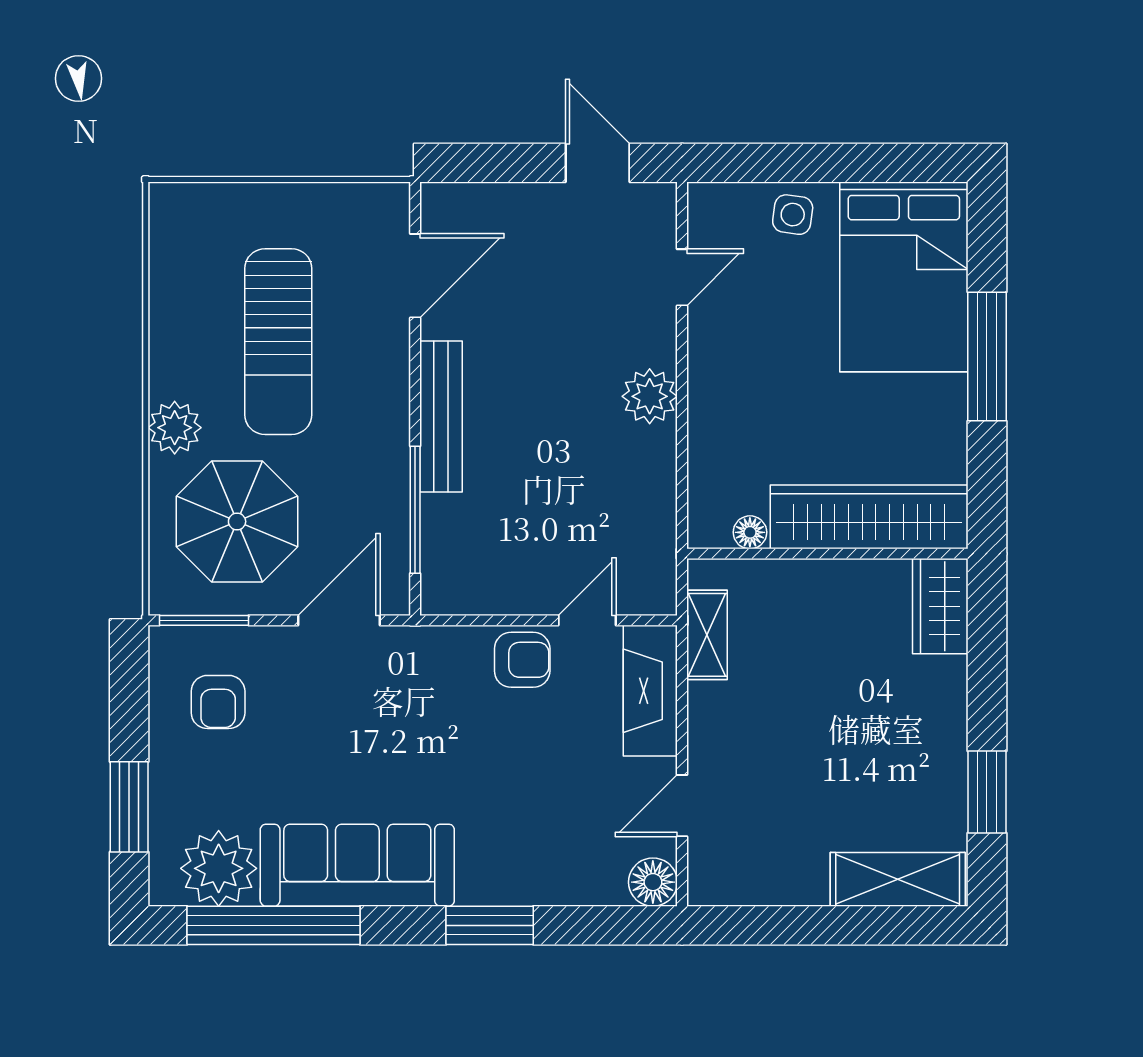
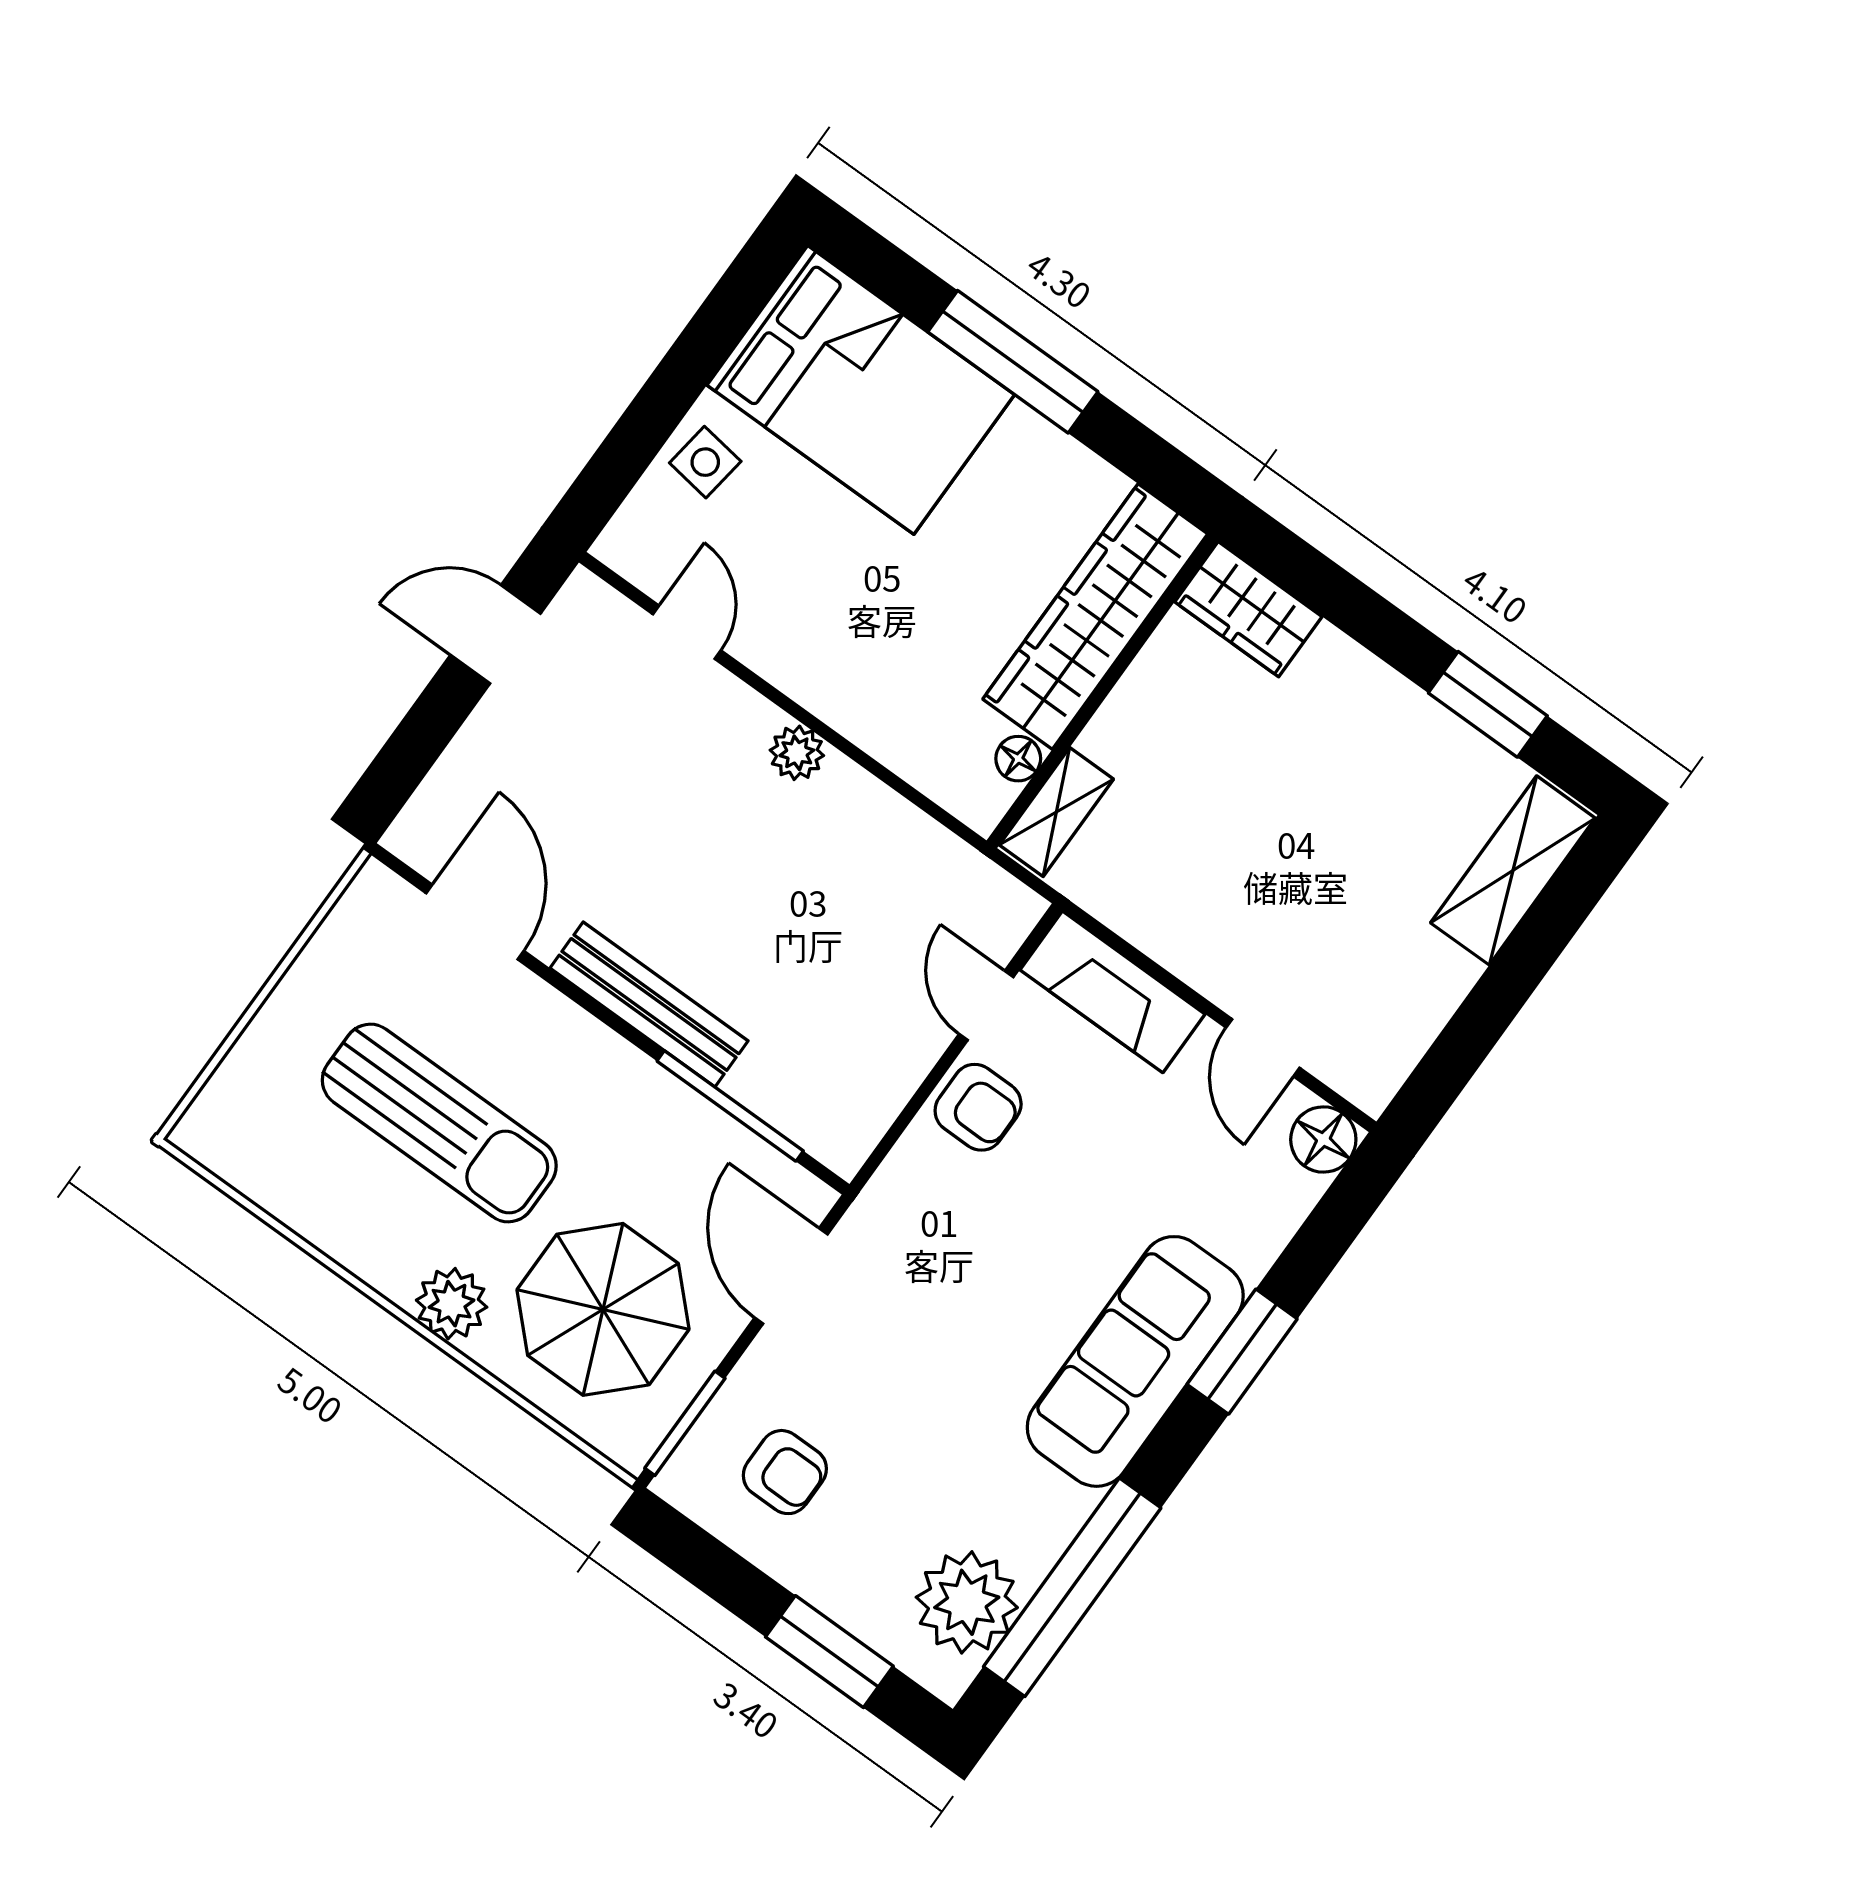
plant: (650, 396) -> (797, 753), width x0.73, depth x0.73
shelving: (707, 635) -> (1056, 812), moved, turned 90
armchair: (522, 660) -> (978, 1107), turned 90
sofa: (357, 865) -> (1135, 1361), moved

